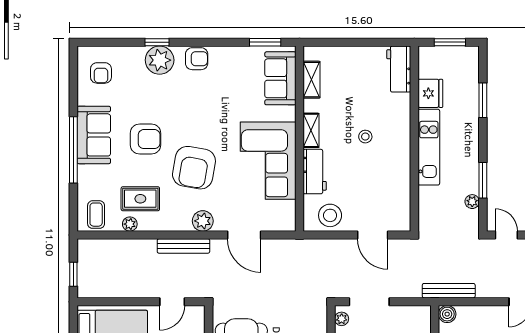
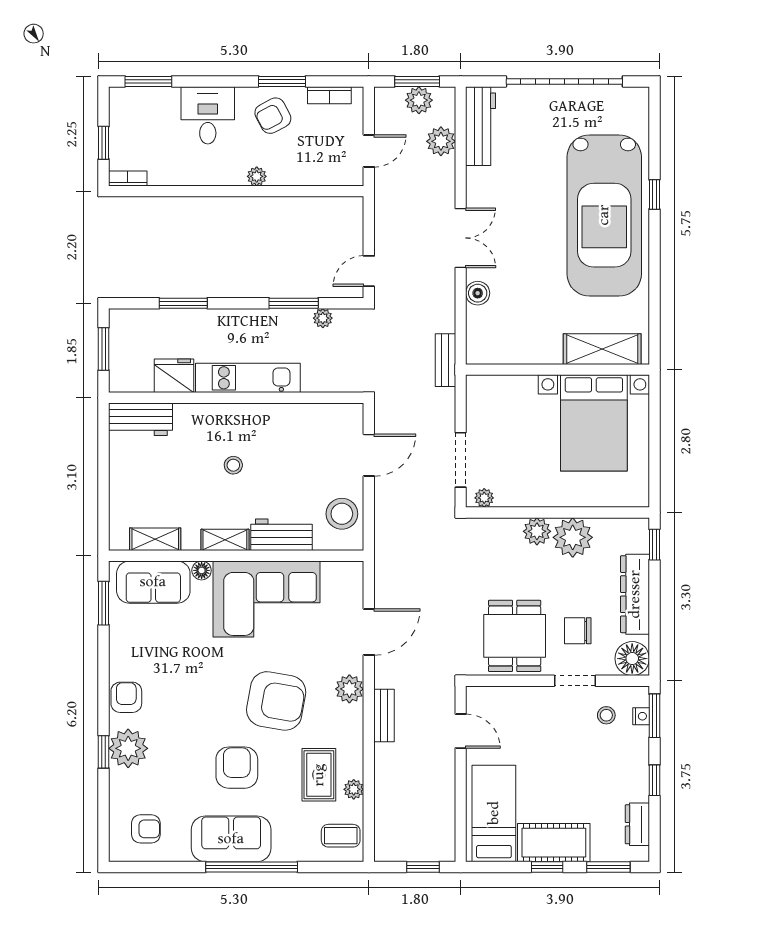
floor lamp: (289, 113) -> (202, 570), added
bench: (183, 246) -> (384, 715), width x0.73
bench: (449, 291) -> (445, 360), width x0.73
boiler: (447, 314) -> (478, 293), moved

